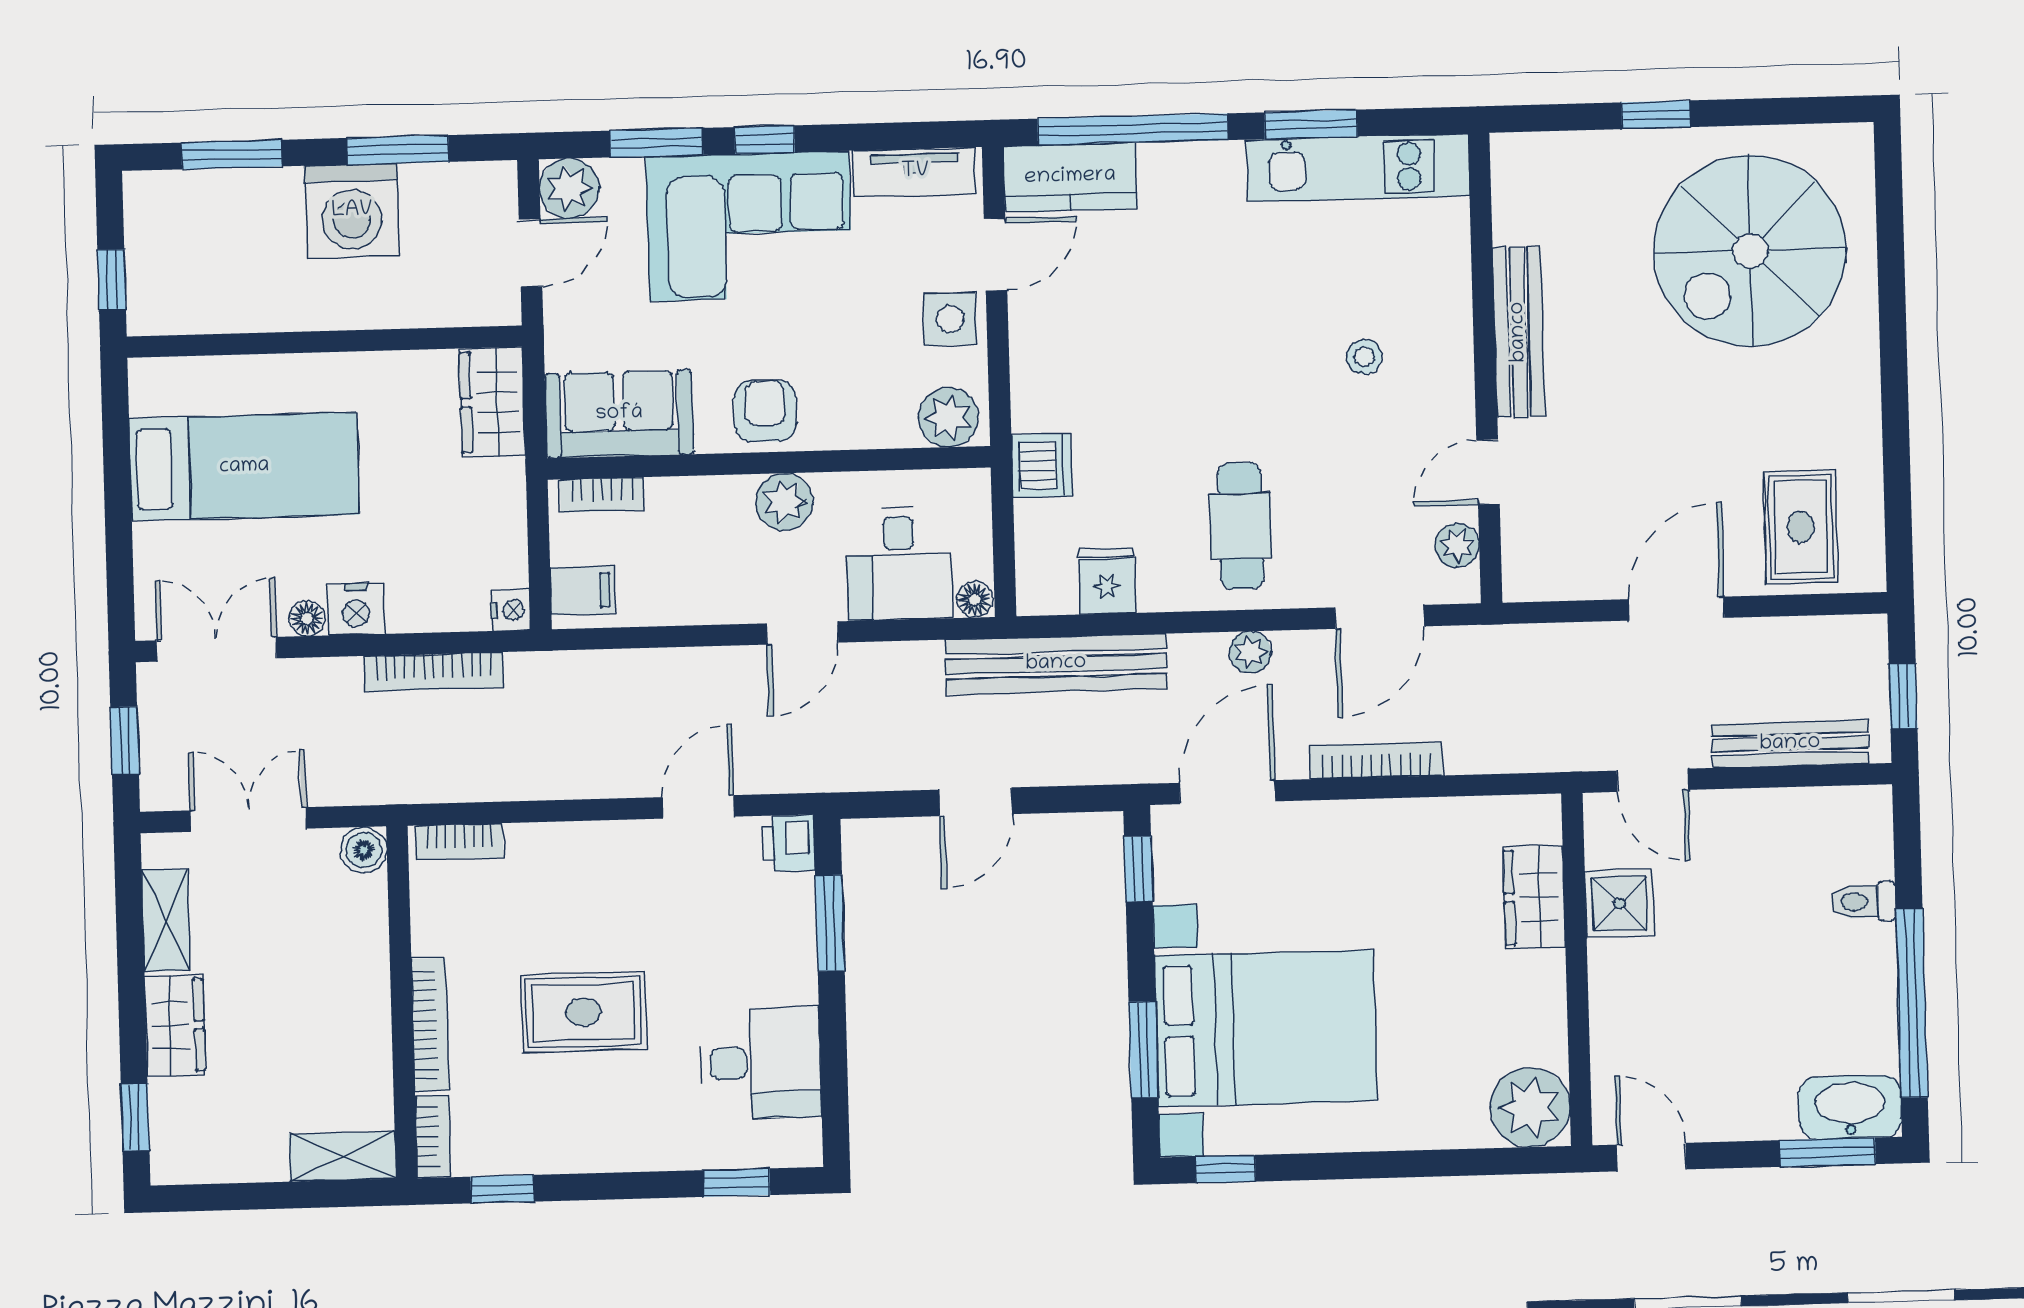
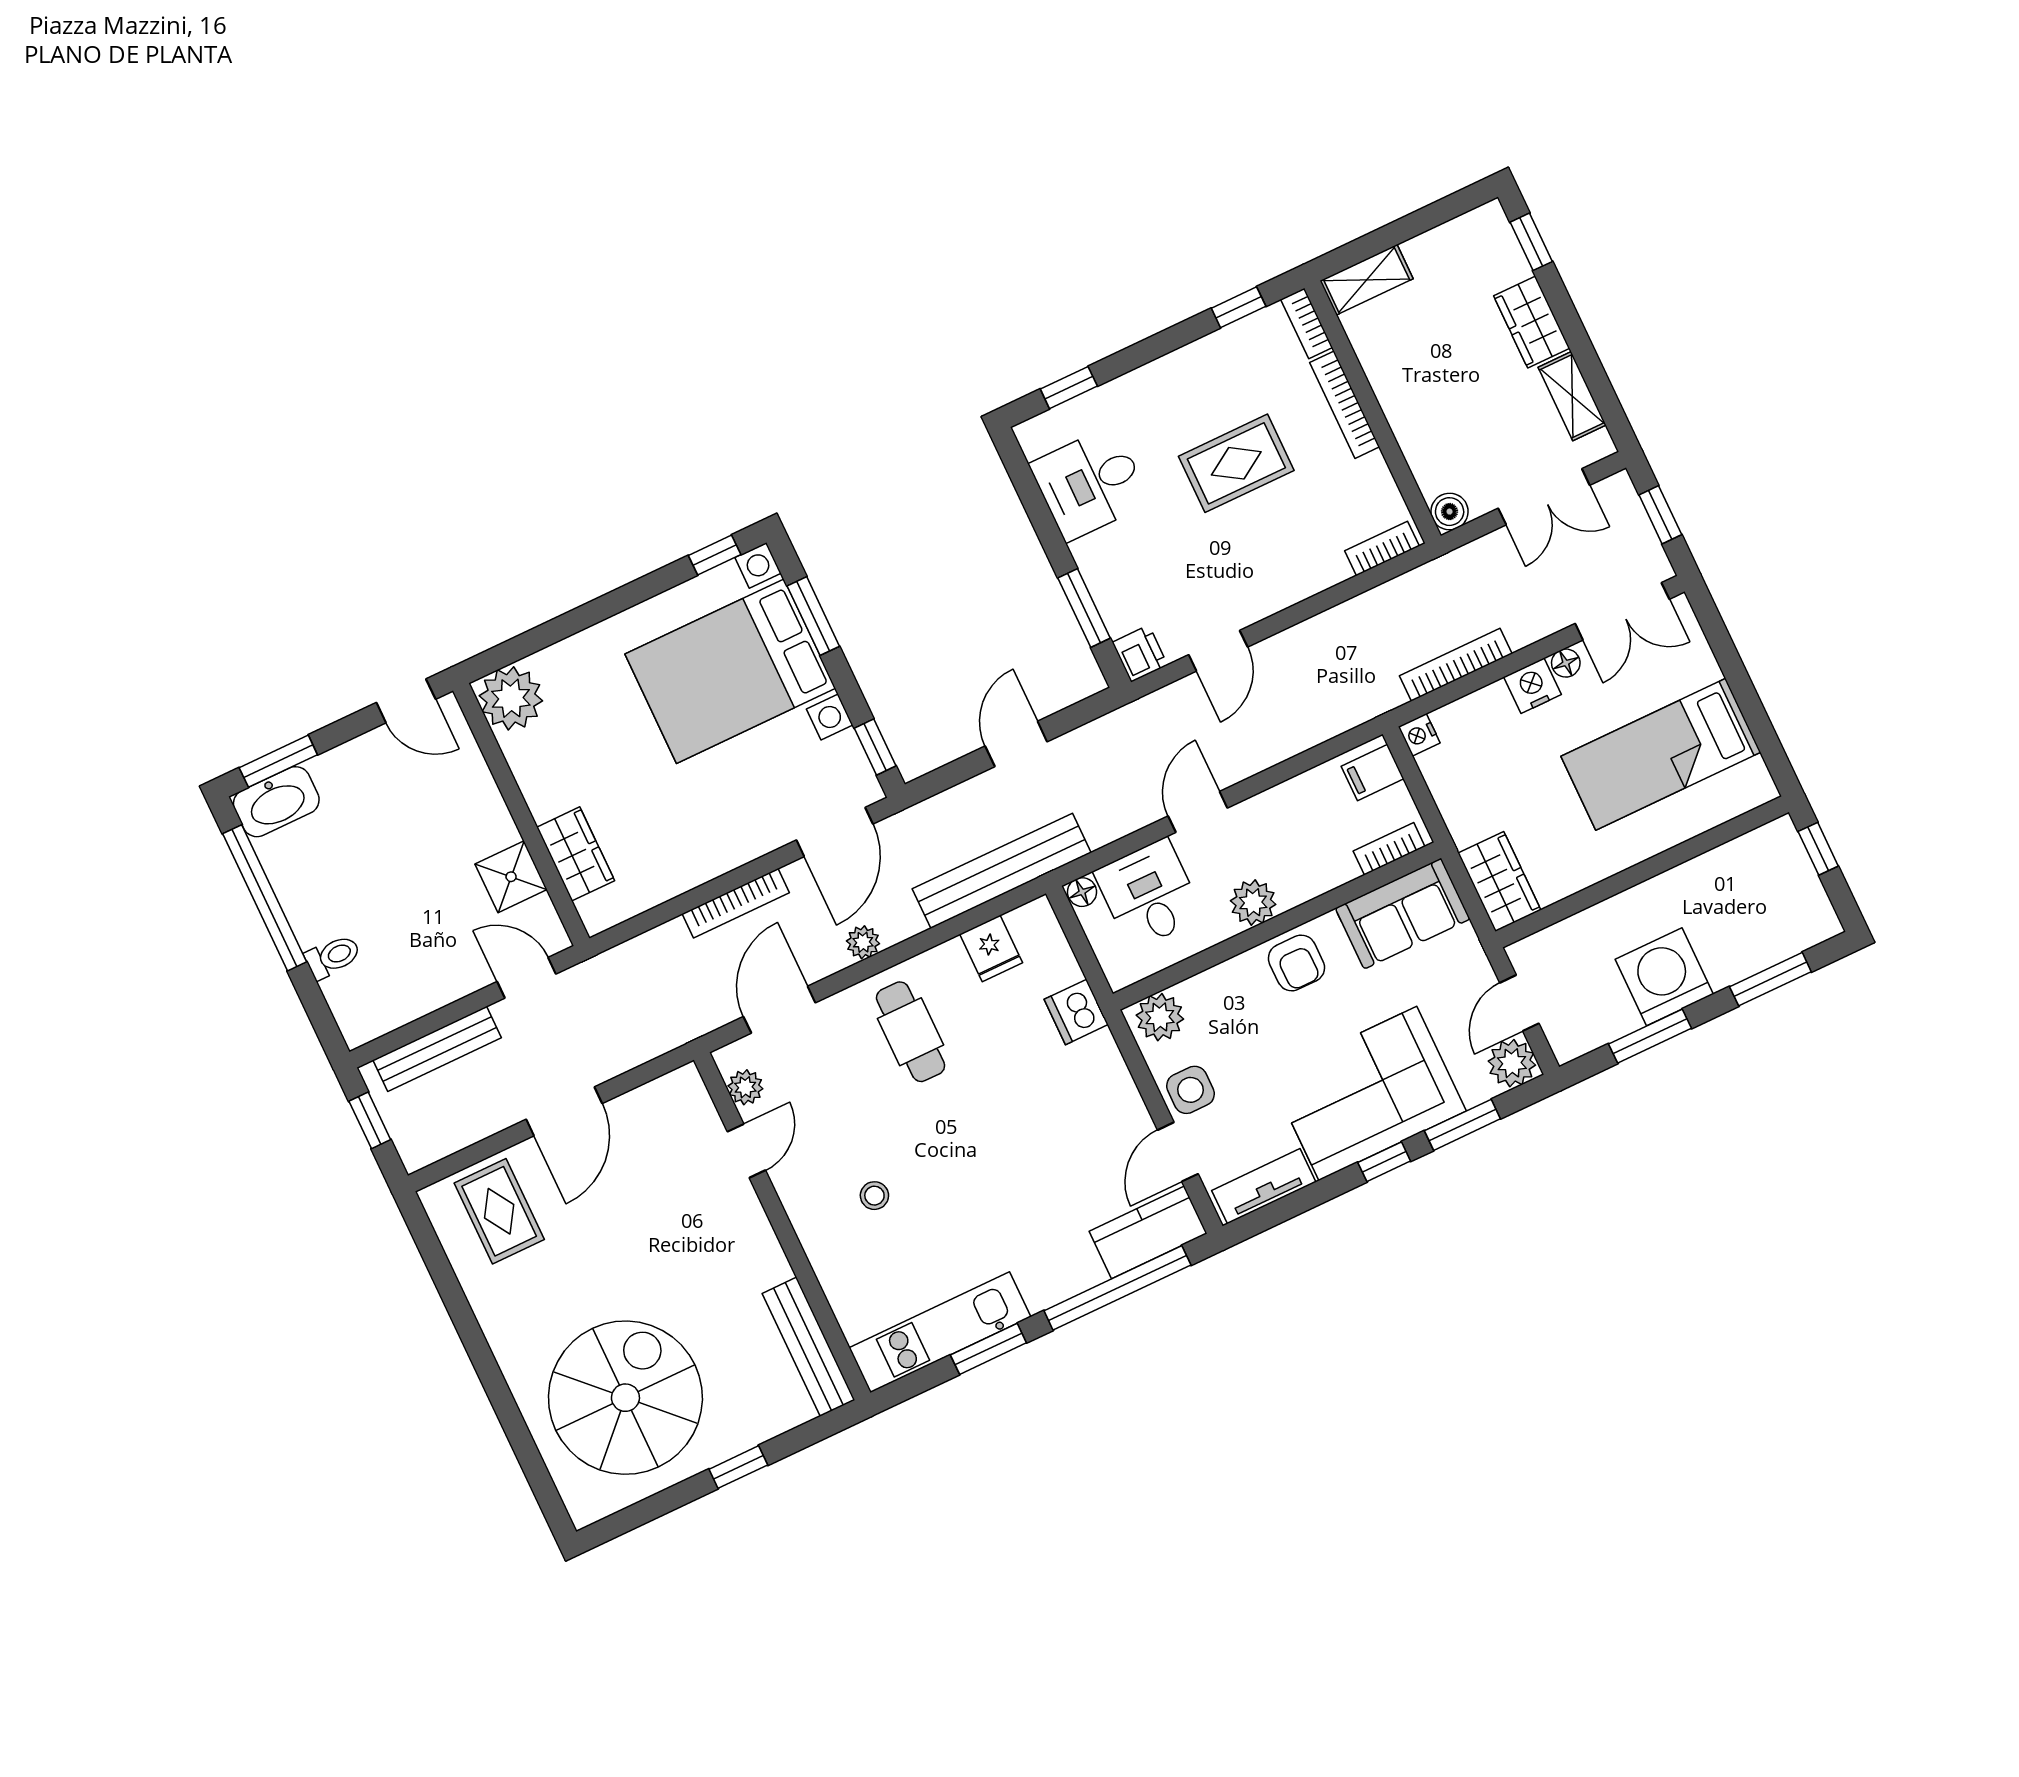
bench: (1519, 332) -> (808, 1347), moved

